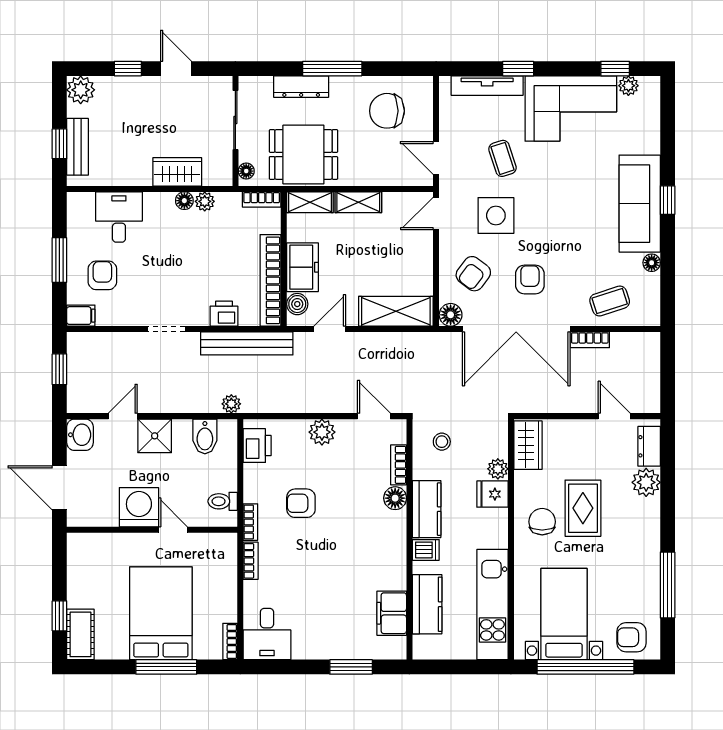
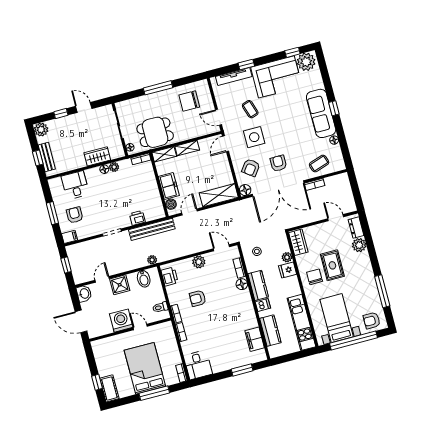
plant: (628, 86) -> (306, 62), width x1.88, depth x1.88
dresser: (301, 87) -> (145, 100), removed
bookcase: (270, 280) -> (155, 196), removed

